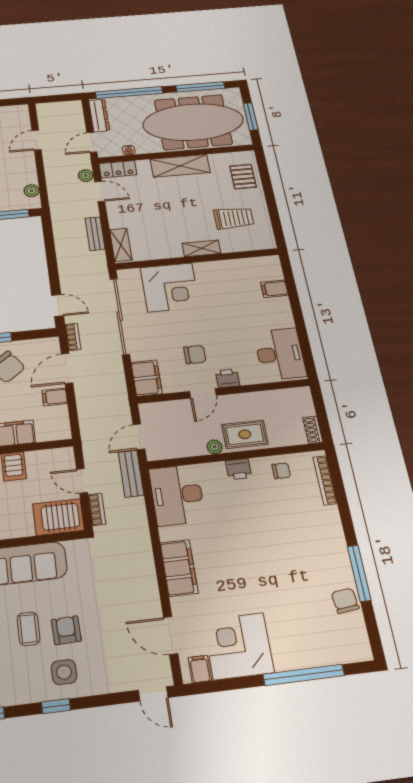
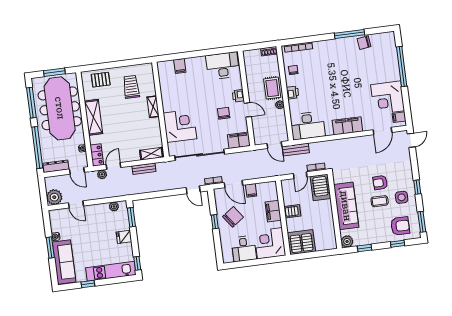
plant: (49, 112) -> (54, 197), added
door: (58, 305) -> (193, 190), swing flipped
side table: (64, 672) -> (402, 197), moved

